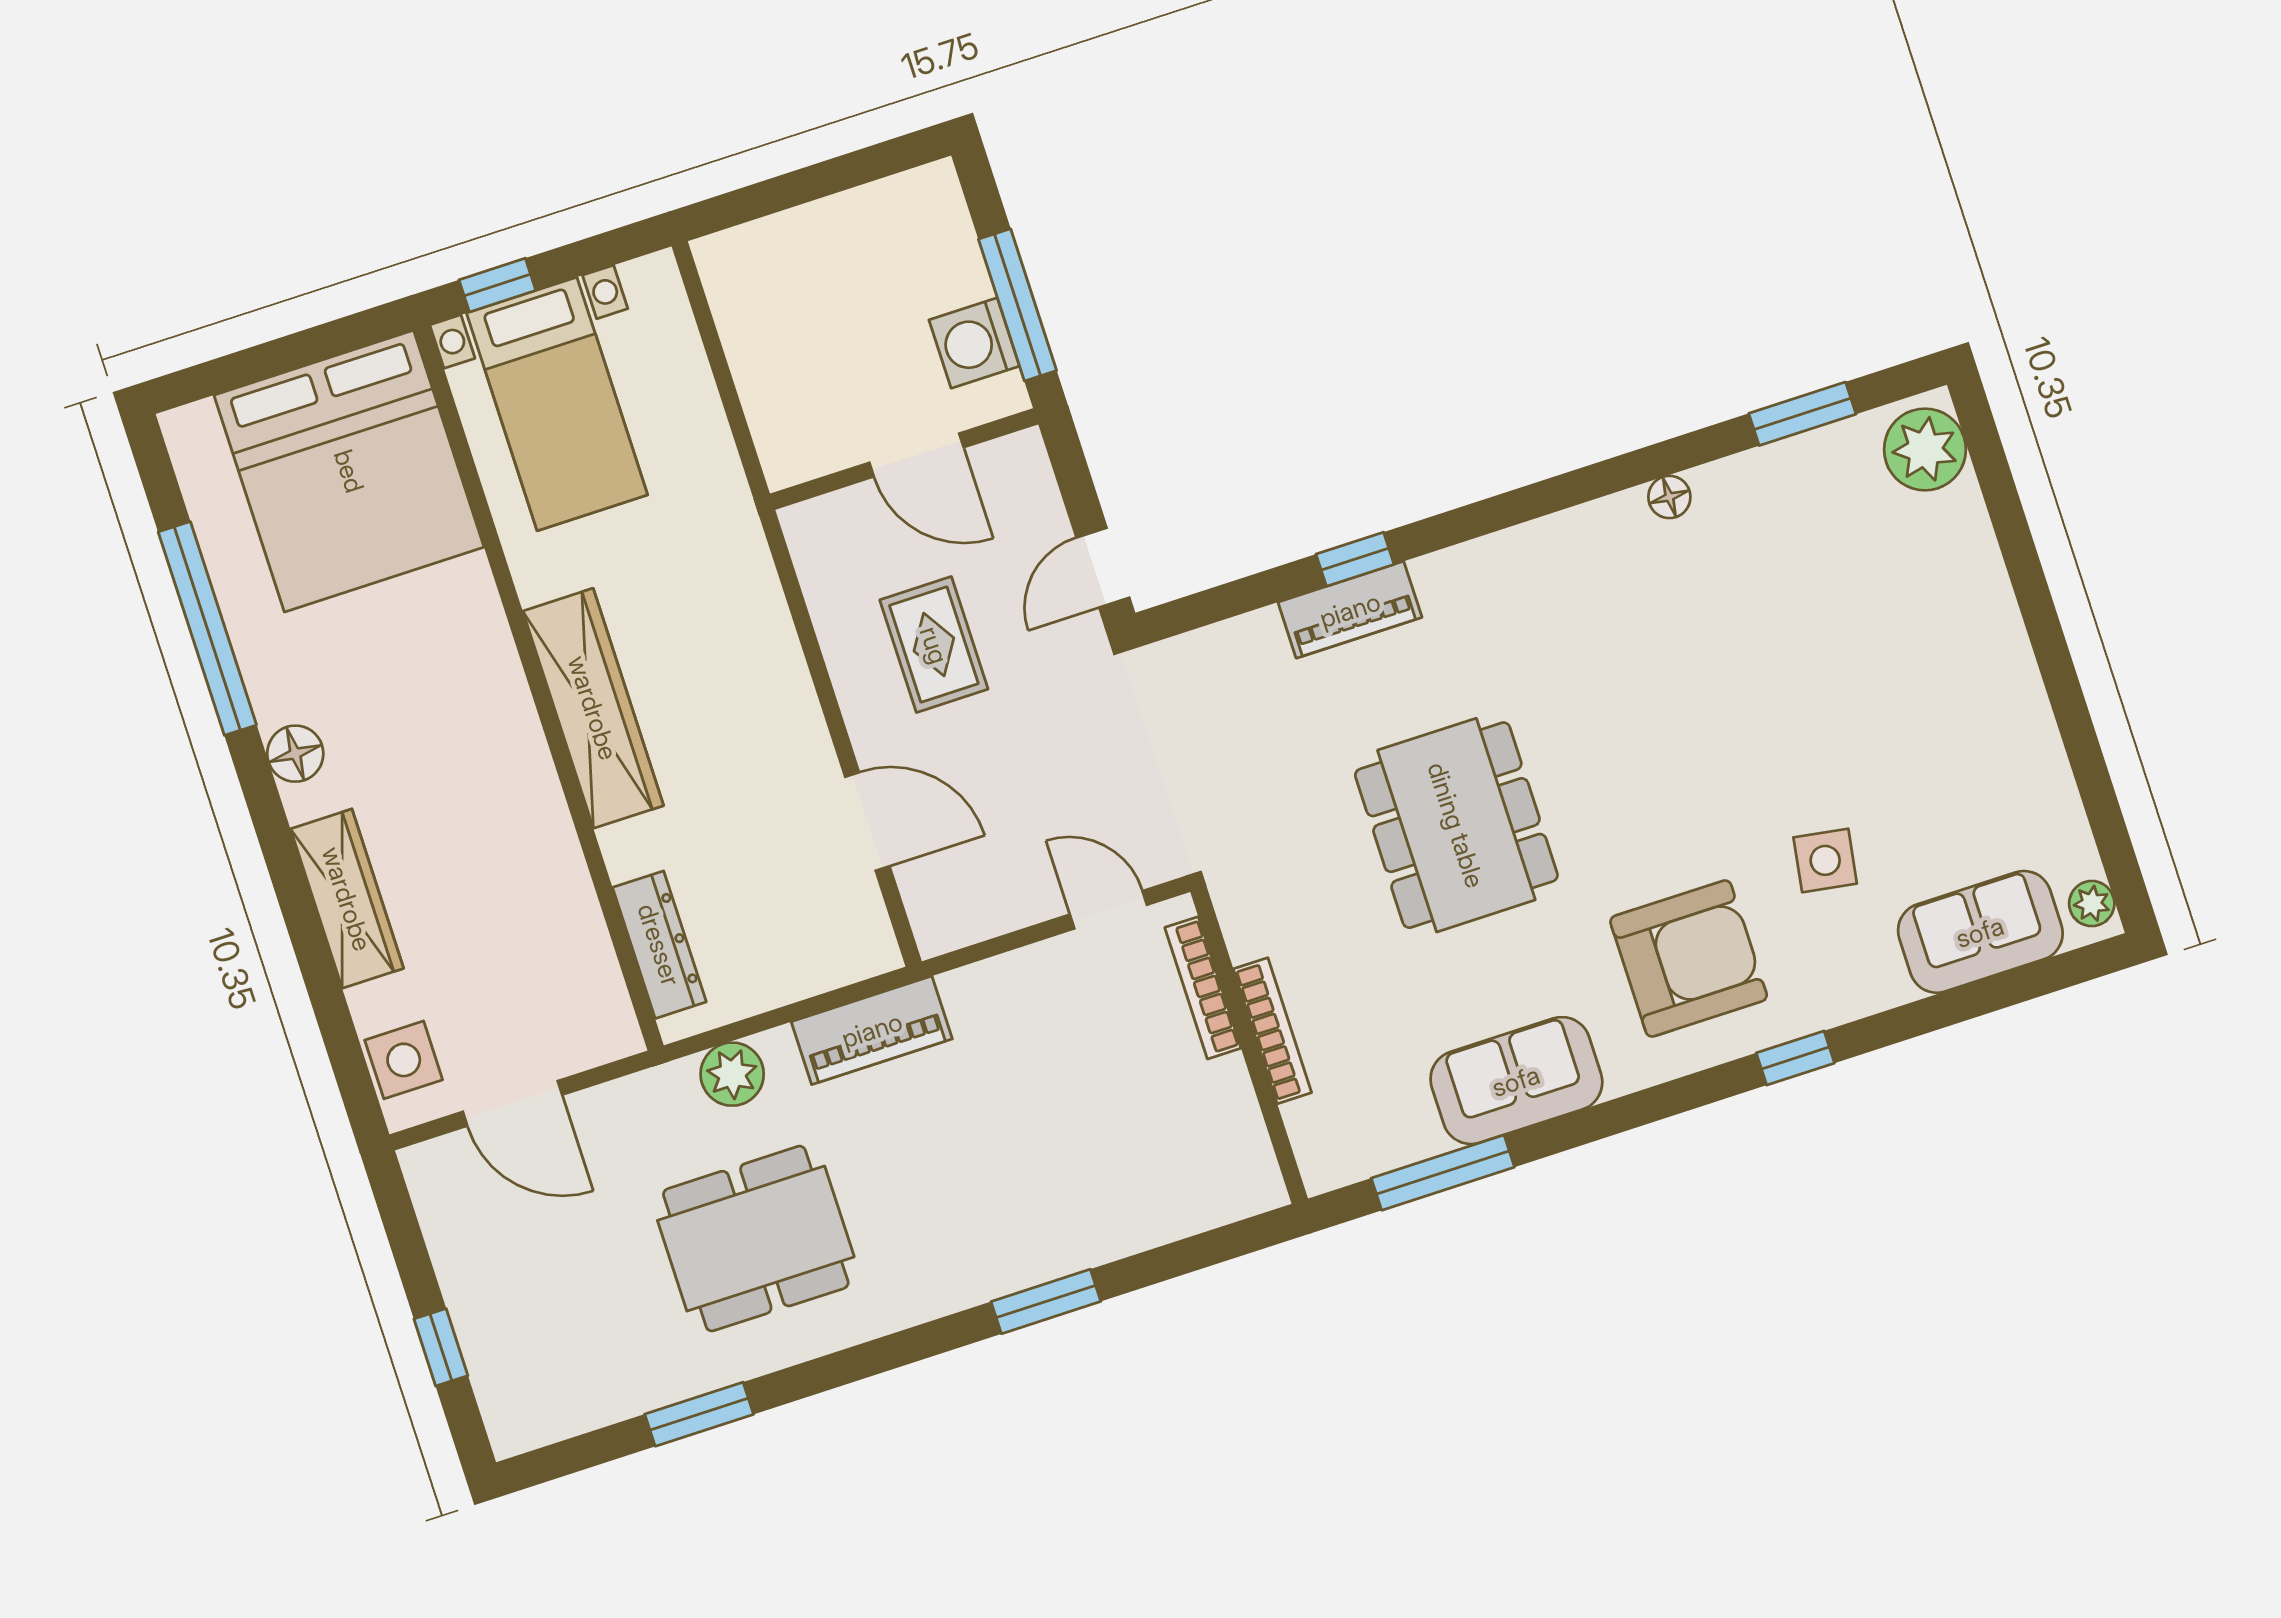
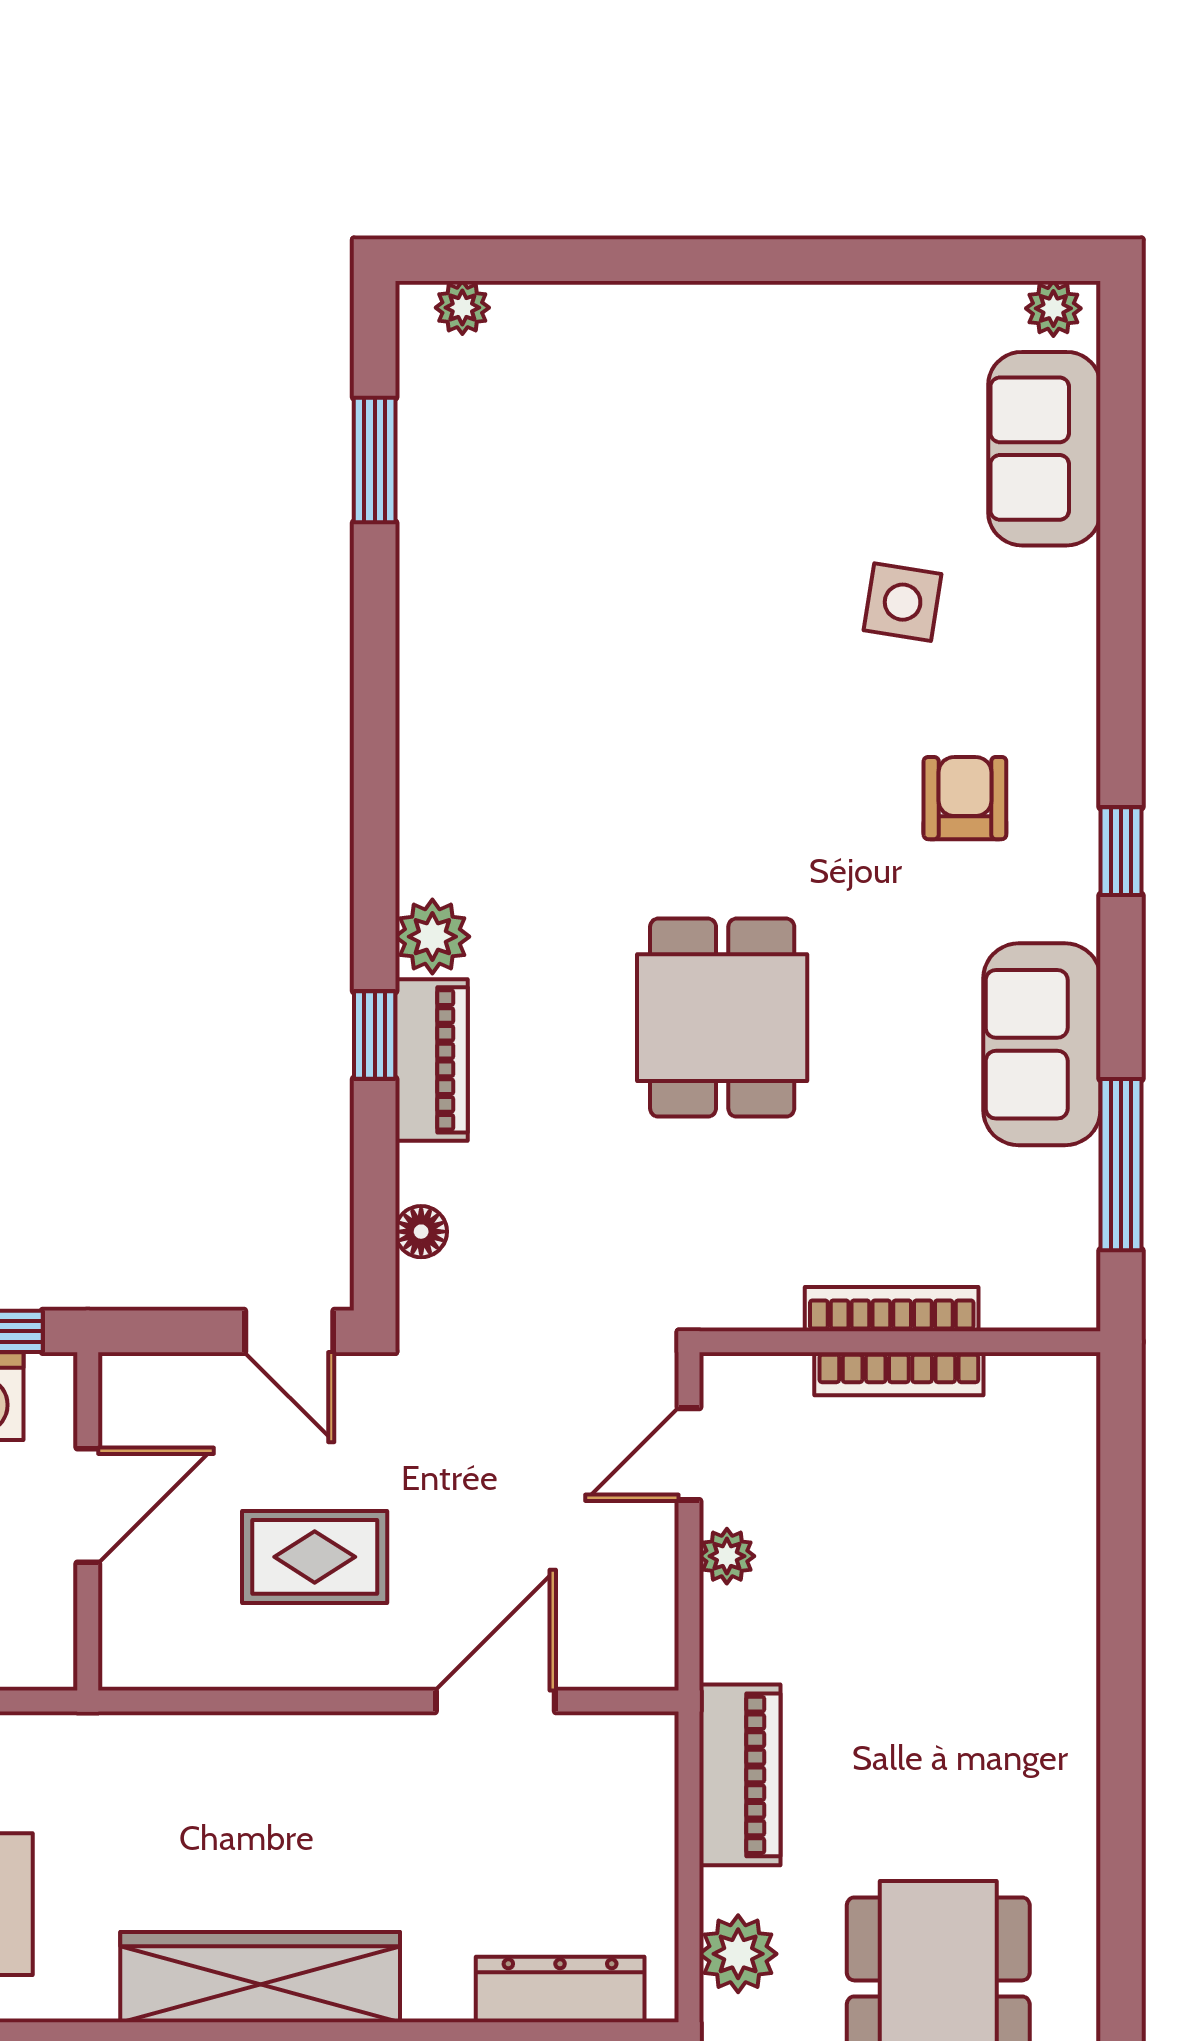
plant: (1925, 449) -> (462, 308), width x0.53, depth x0.53
floor lamp: (1669, 497) -> (421, 1232), moved
plant: (1446, 579) -> (432, 937), added
dining table: (1456, 825) -> (722, 1018), width x0.73
armchair: (1689, 958) -> (965, 798), width x0.53, depth x0.53
plant: (1039, 965) -> (727, 1556), added
bookcase: (1203, 988) -> (899, 1374), moved
window: (1795, 1058) -> (1121, 851), moved
window: (1046, 1301) -> (1121, 1675), removed

